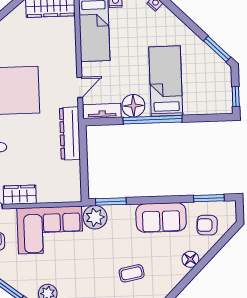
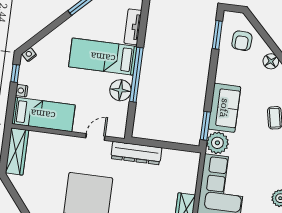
door: (80, 87) -> (95, 137), hinge flipped
tv unit: (102, 111) -> (133, 27), moved
sofa: (161, 217) -> (224, 108), moved

